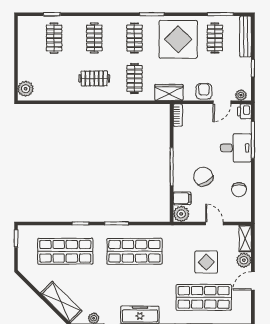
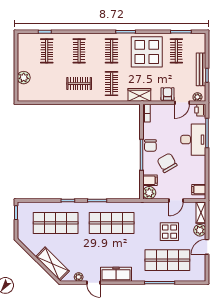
bench: (245, 36) -> (201, 69), moved
plant: (26, 89) -> (24, 78), moved
desk: (236, 148) -> (193, 140), width x1.37
chair: (239, 190) -> (150, 146), moved
filing cabinet: (243, 210) -> (199, 190), added
door: (214, 223) -> (176, 200), swing flipped

